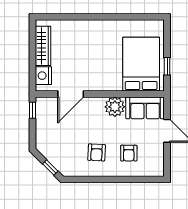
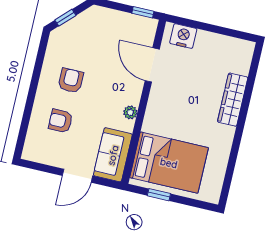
wardrobe: (43, 46) -> (233, 100), moved, turned 90
plant: (115, 107) -> (130, 112), width x0.53, depth x0.53
armchair: (97, 152) -> (71, 81), turned 87

